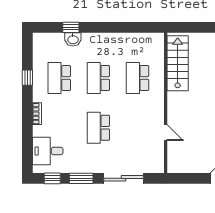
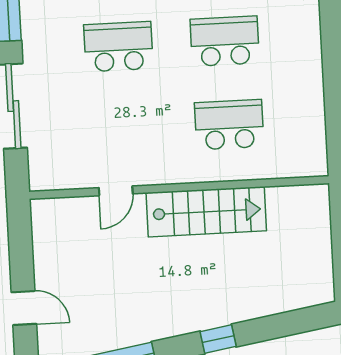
stairs: (178, 63) -> (206, 212), moved

